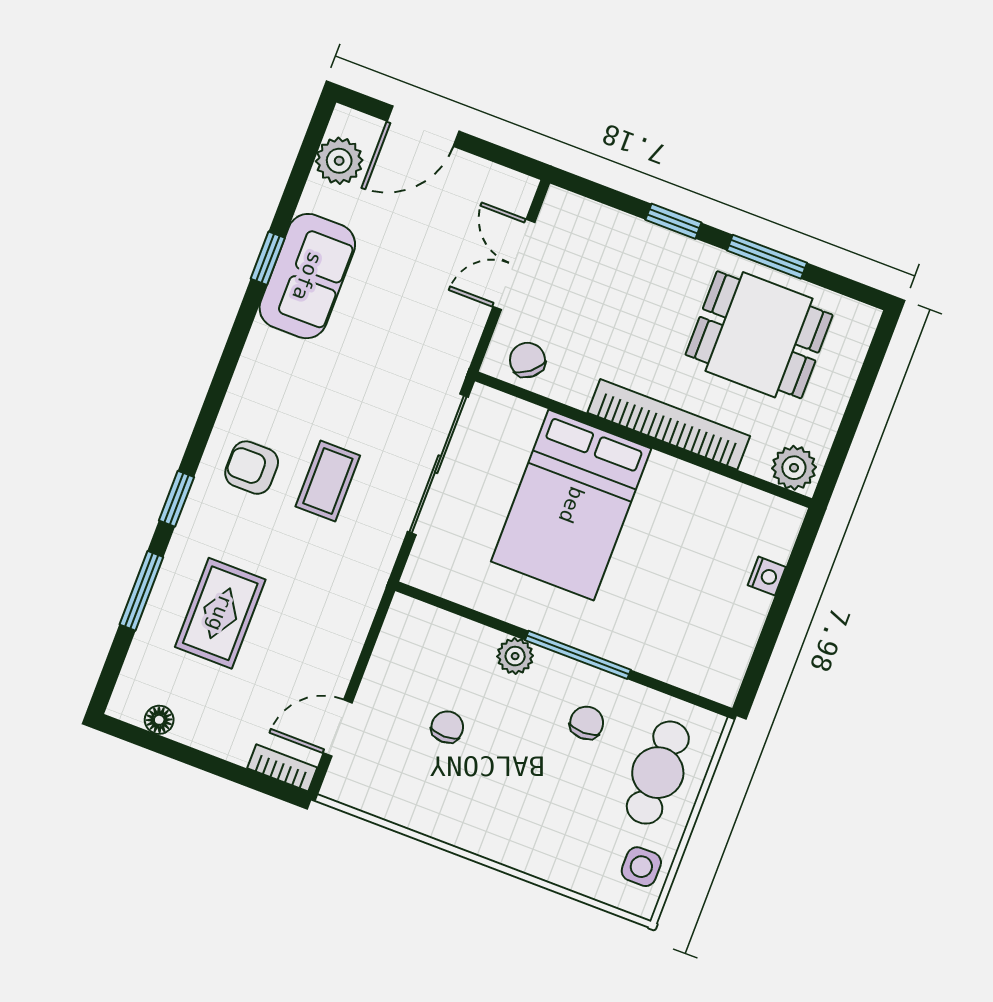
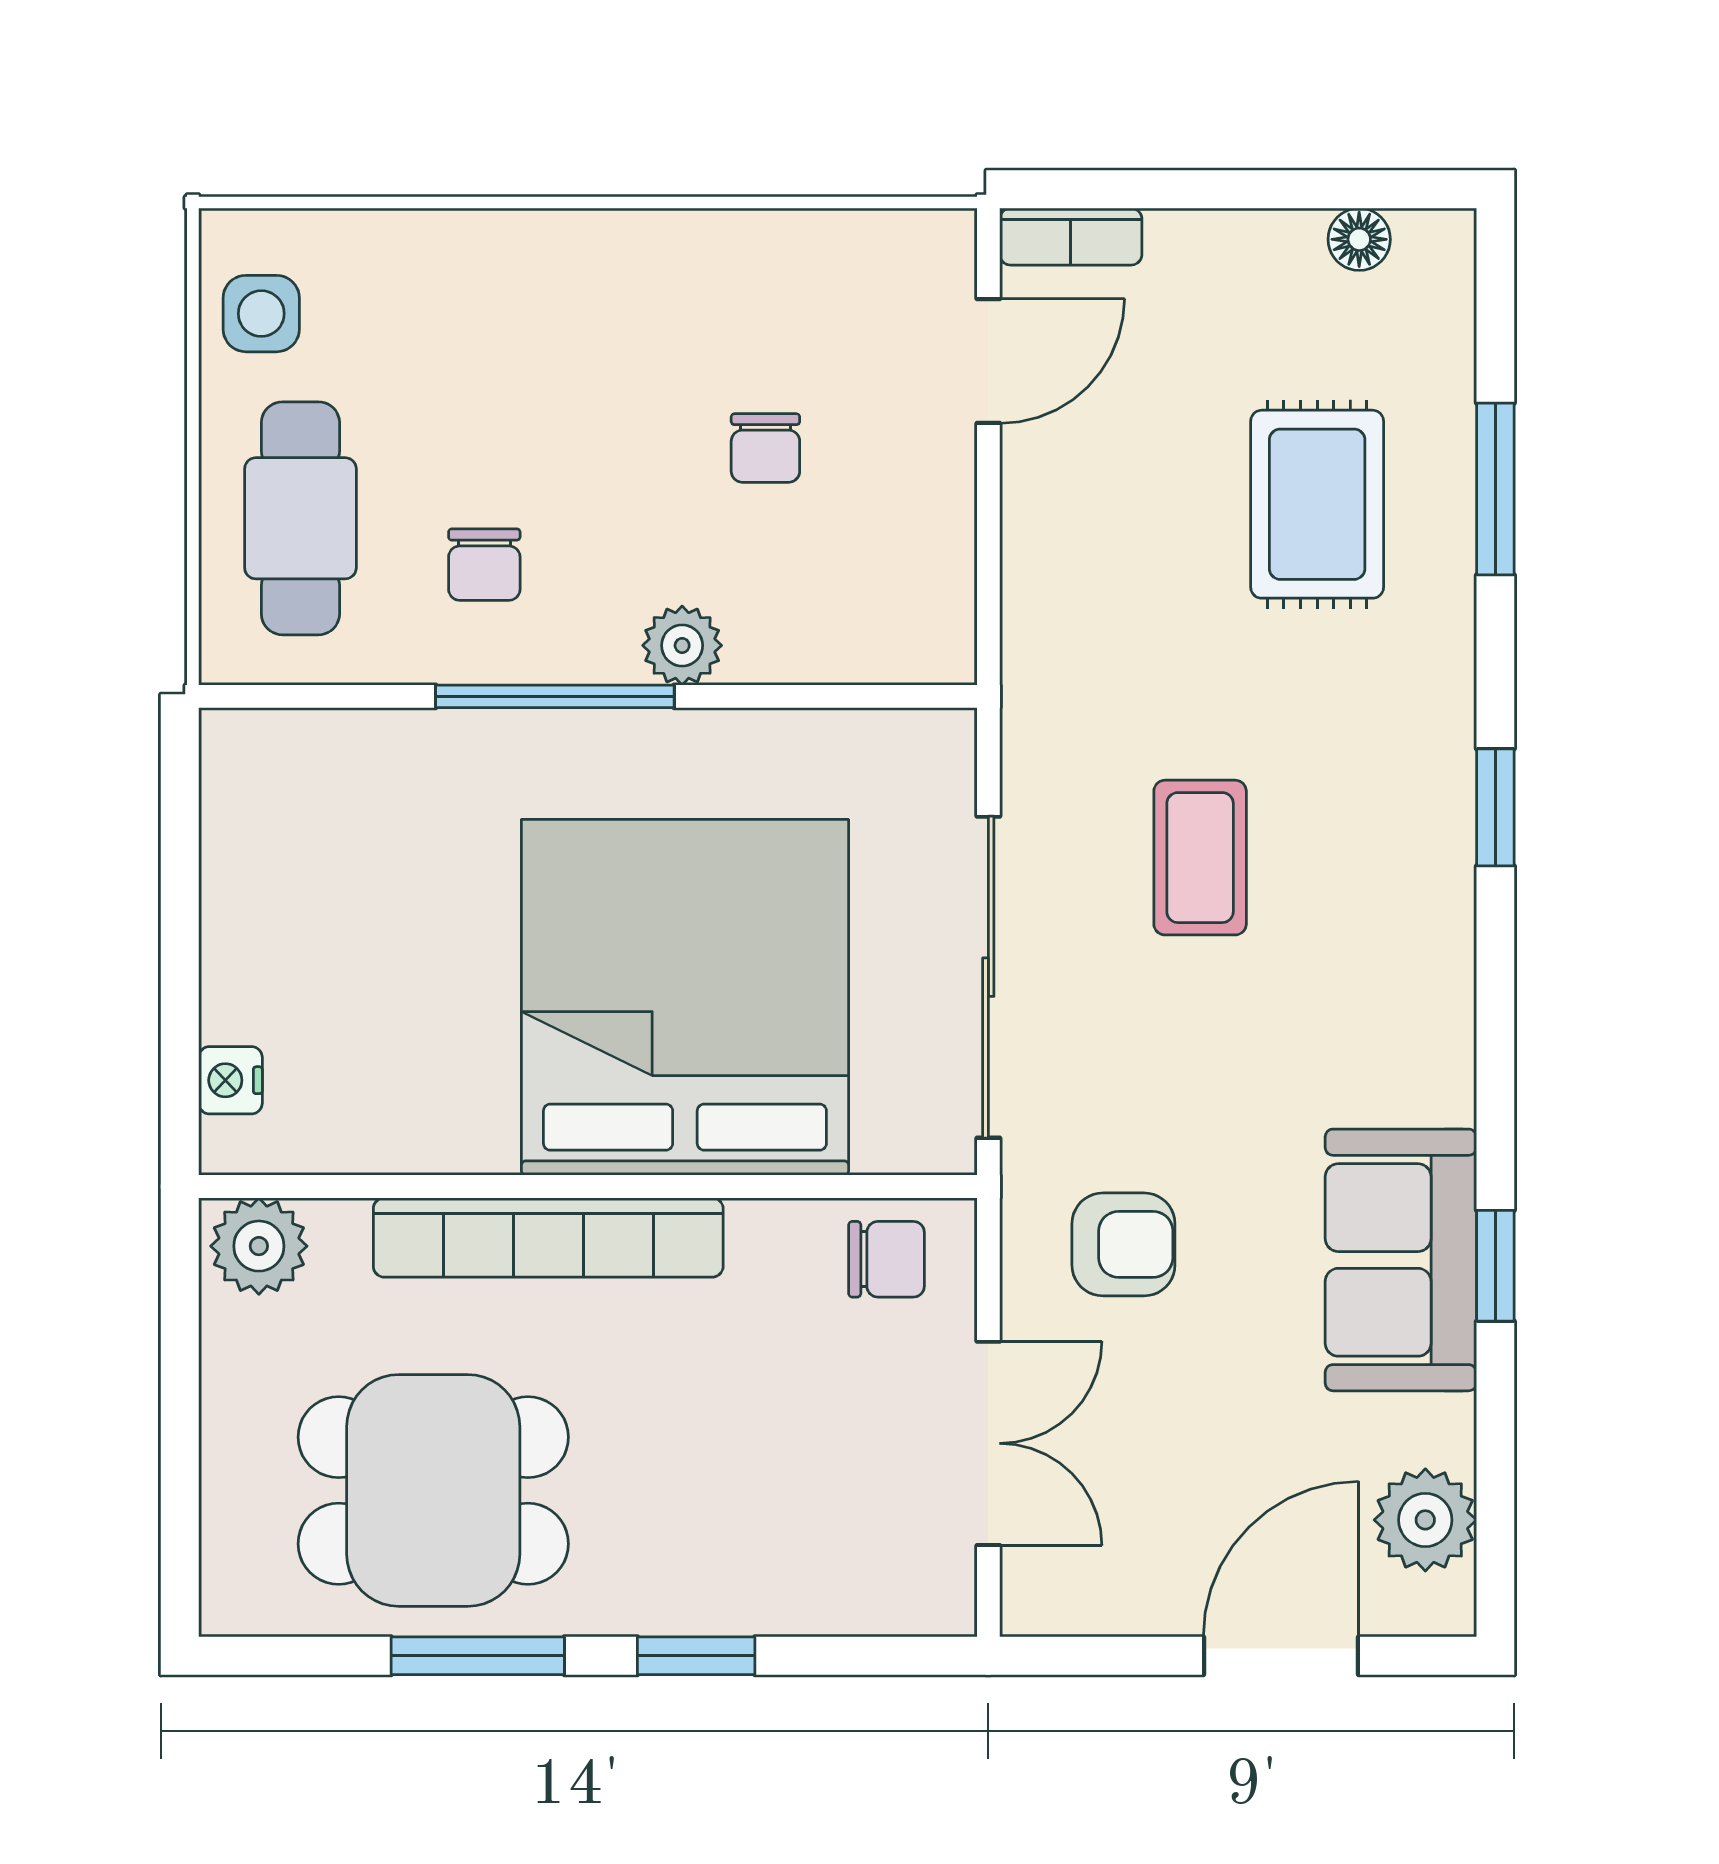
chair: (527, 360) -> (887, 1259), turned -51
armchair: (252, 468) -> (1123, 1244), moved
window: (176, 499) -> (1495, 807), moved
bed: (571, 505) -> (685, 997), width x1.36
nightstand: (767, 576) -> (230, 1080), moved

